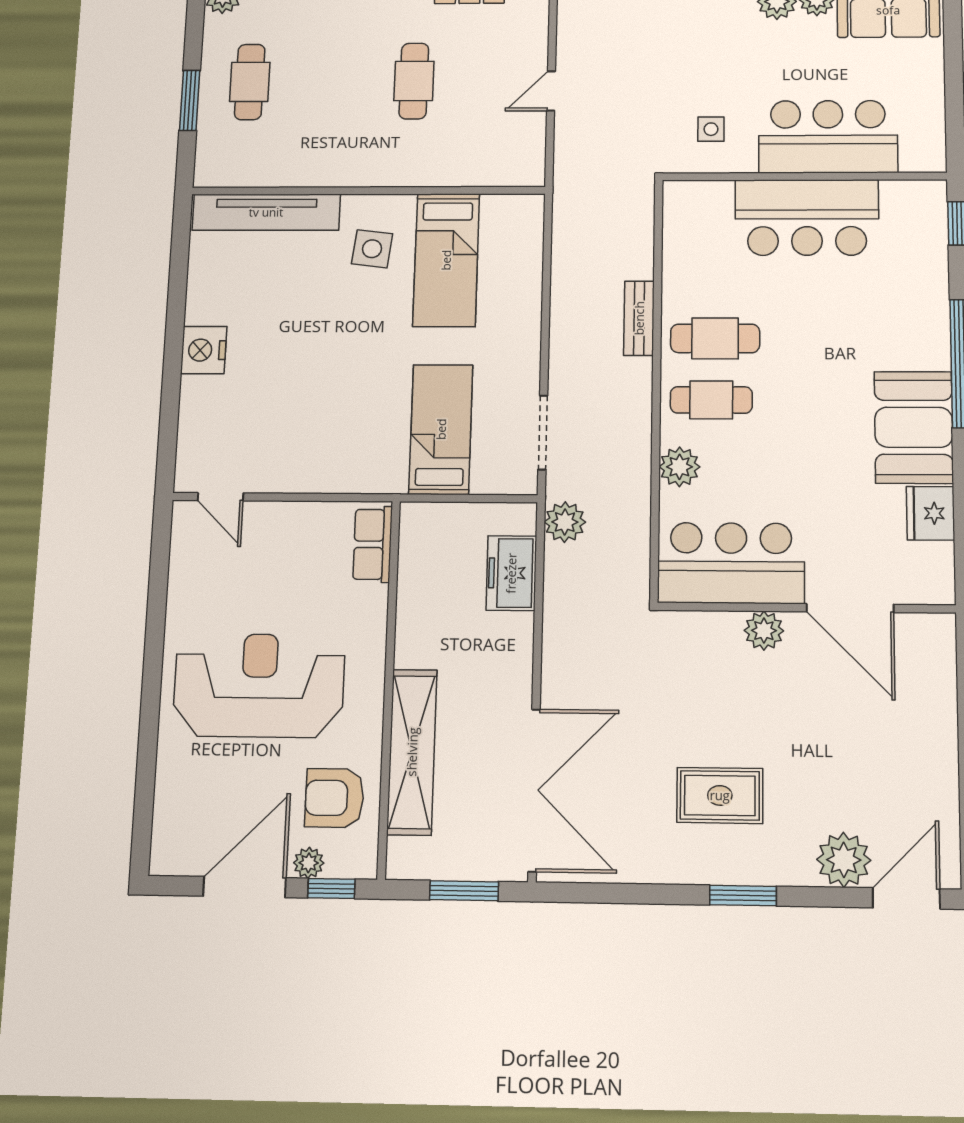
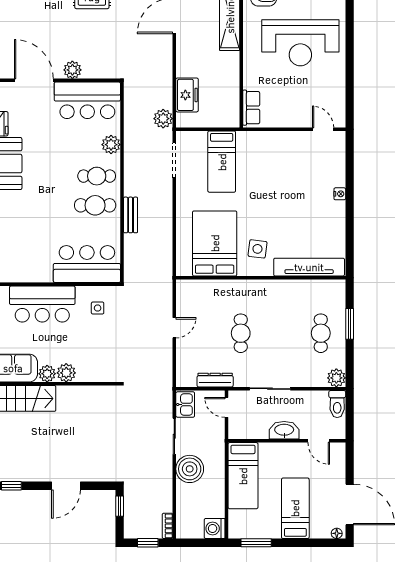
bar counter: (807, 217) -> (87, 264), moved
bed: (446, 260) -> (215, 243), width x1.50
nightstand: (204, 350) -> (340, 194), width x0.53, depth x0.56

